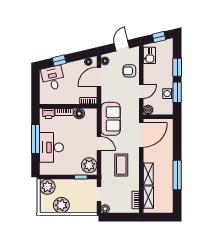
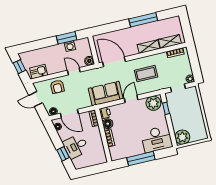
window: (177, 67) -> (43, 43), removed
desk: (53, 78) -> (76, 146), moved
printer: (49, 113) -> (105, 113), moved
desk: (52, 147) -> (157, 139), moved
plant: (61, 205) -> (196, 120), removed

